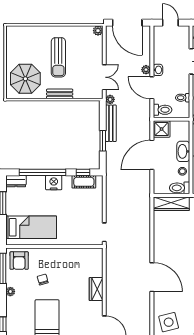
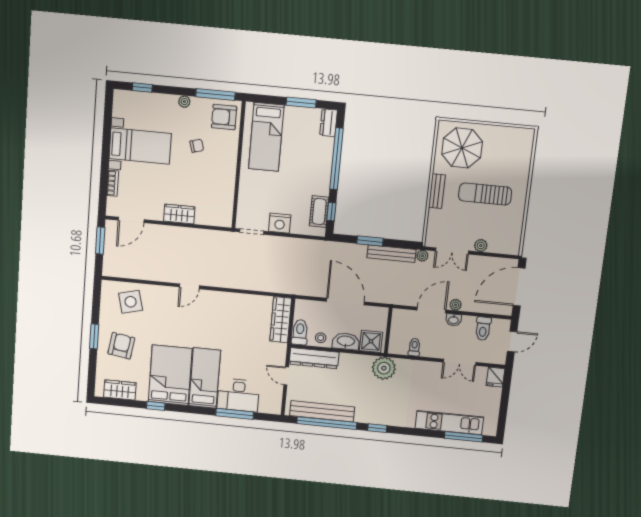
plant: (98, 31) -> (481, 246), moved
toilet: (163, 110) -> (483, 329), moved
shower: (162, 129) -> (371, 341), moved
nightstand: (54, 183) -> (280, 223), moved, turned 90
door: (152, 277) -> (189, 286), width x0.53

